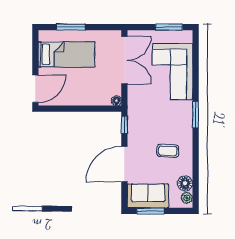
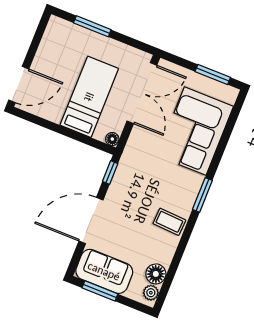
bed: (67, 54) -> (89, 97), moved, turned -90
coffee table: (168, 151) -> (169, 222), moved

